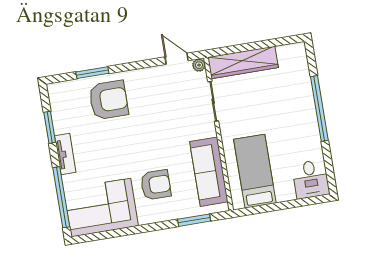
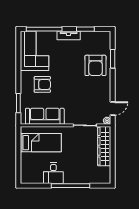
desk: (311, 179) -> (53, 173), moved, turned -90
armchair: (156, 185) -> (42, 84), turned -90

